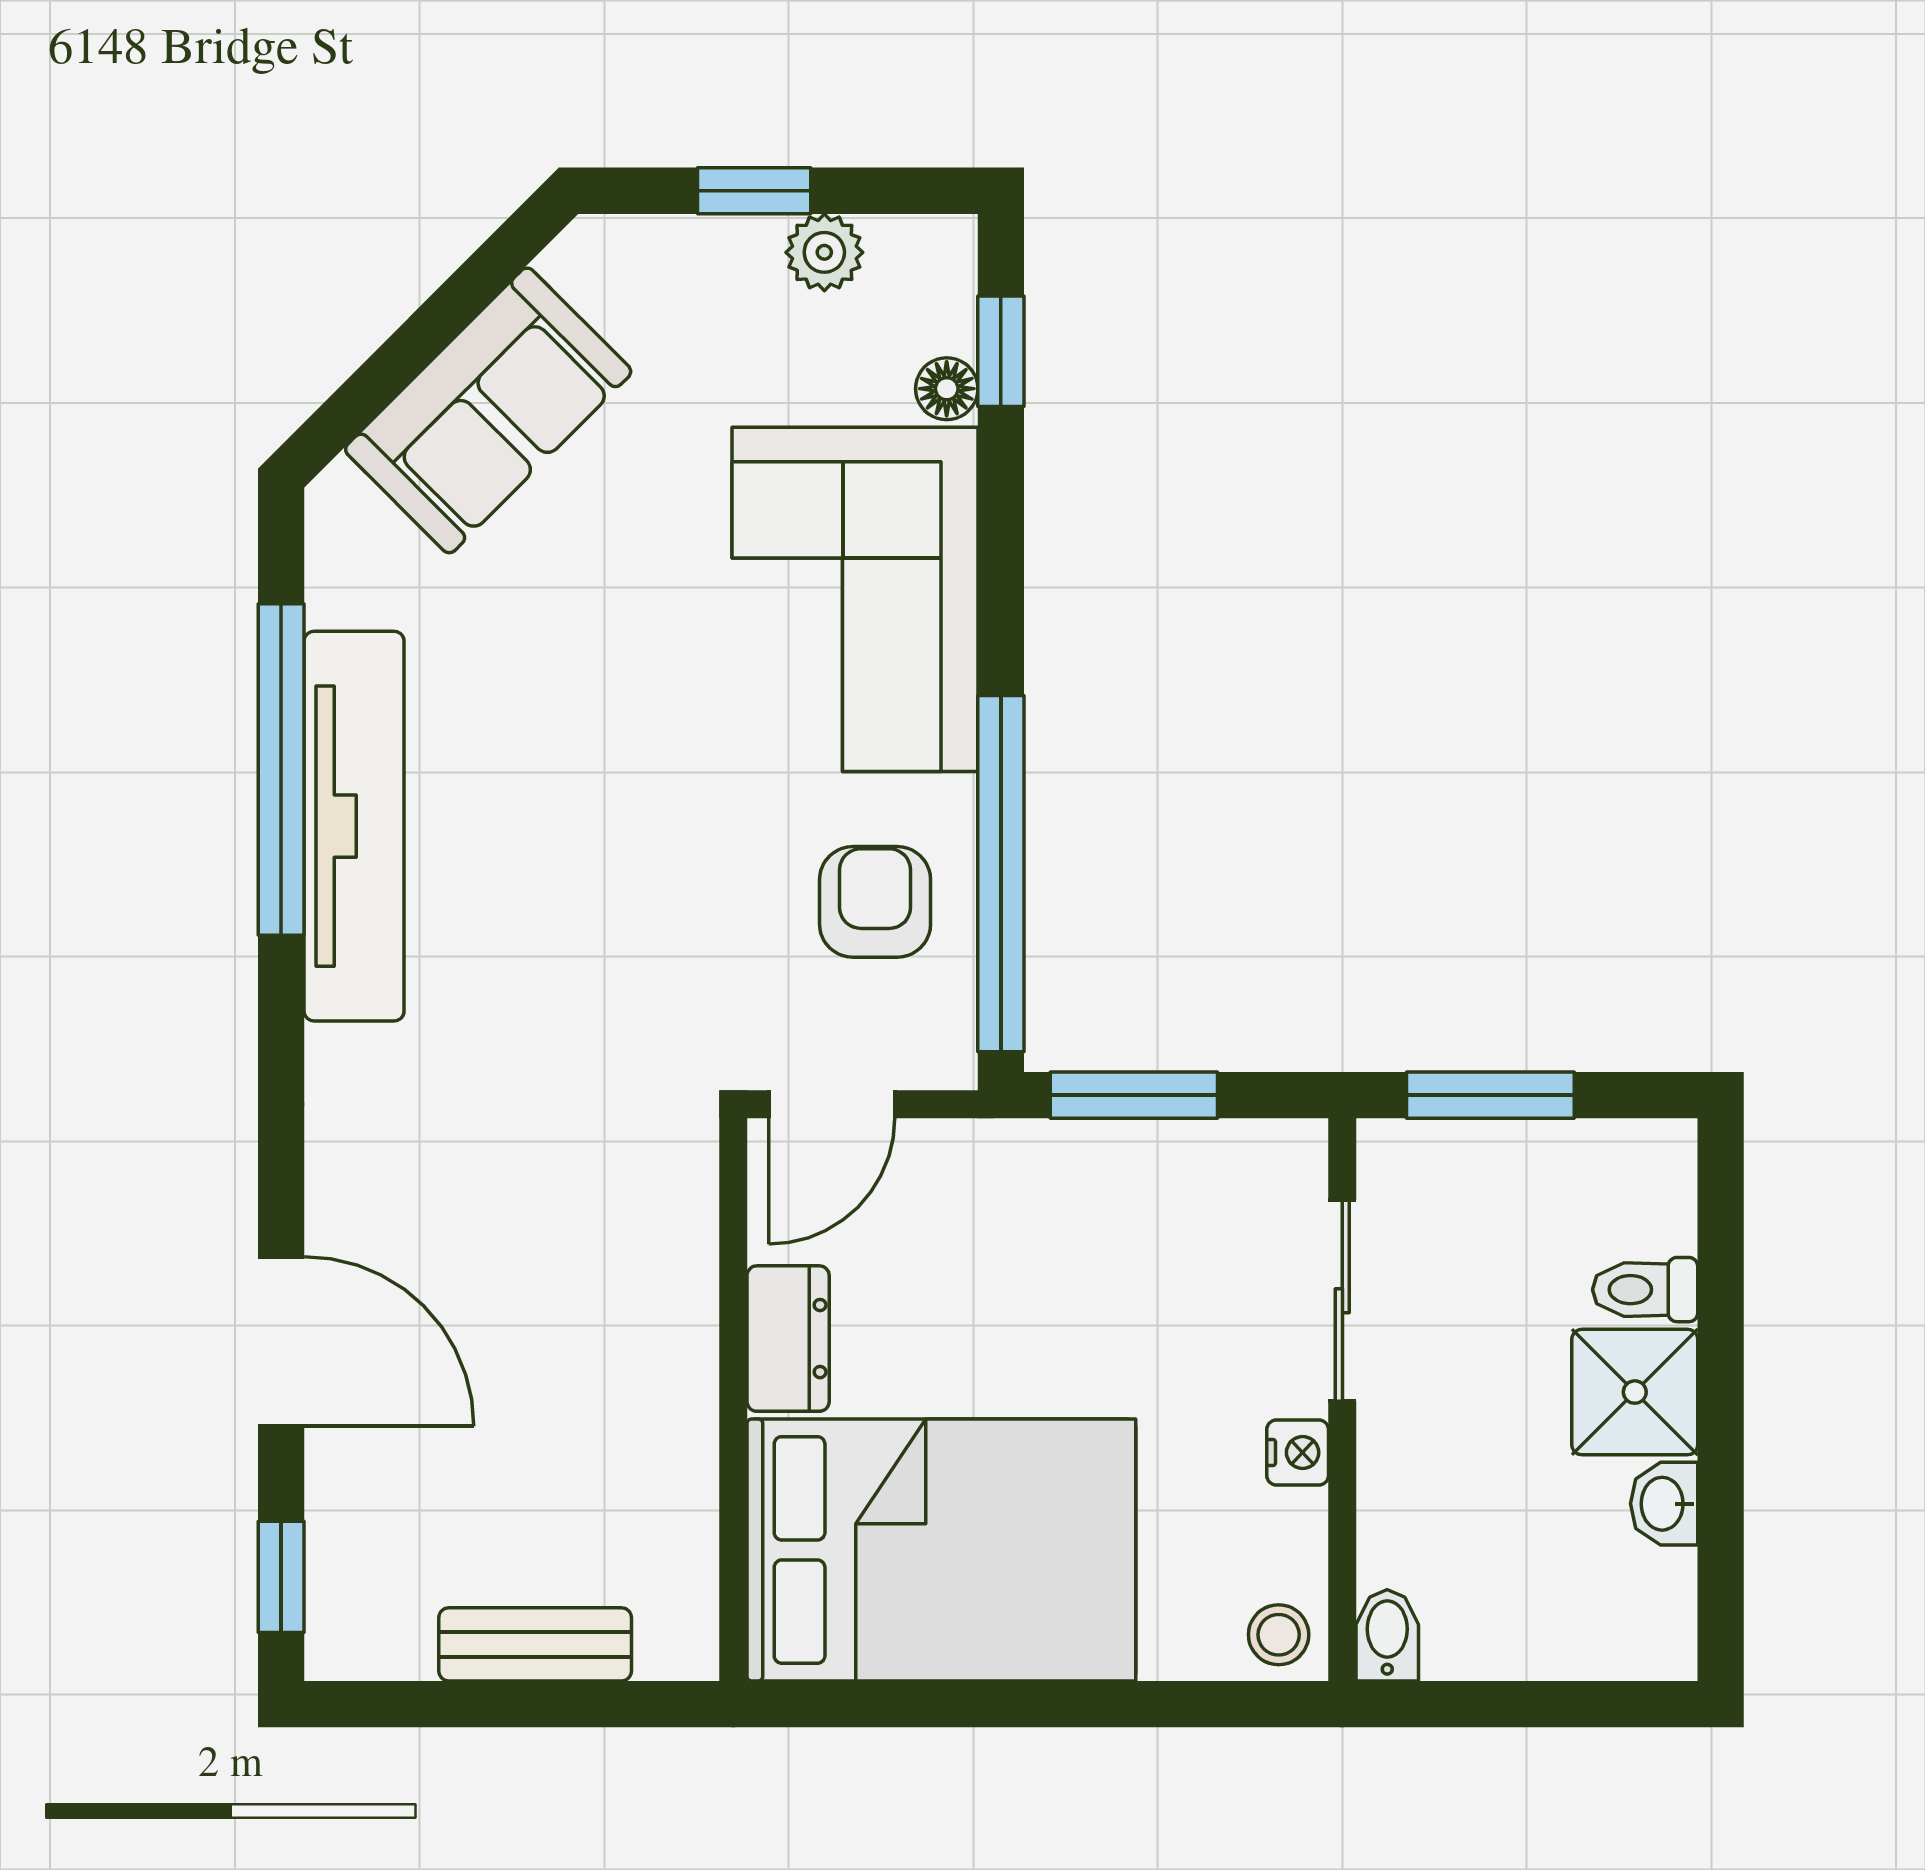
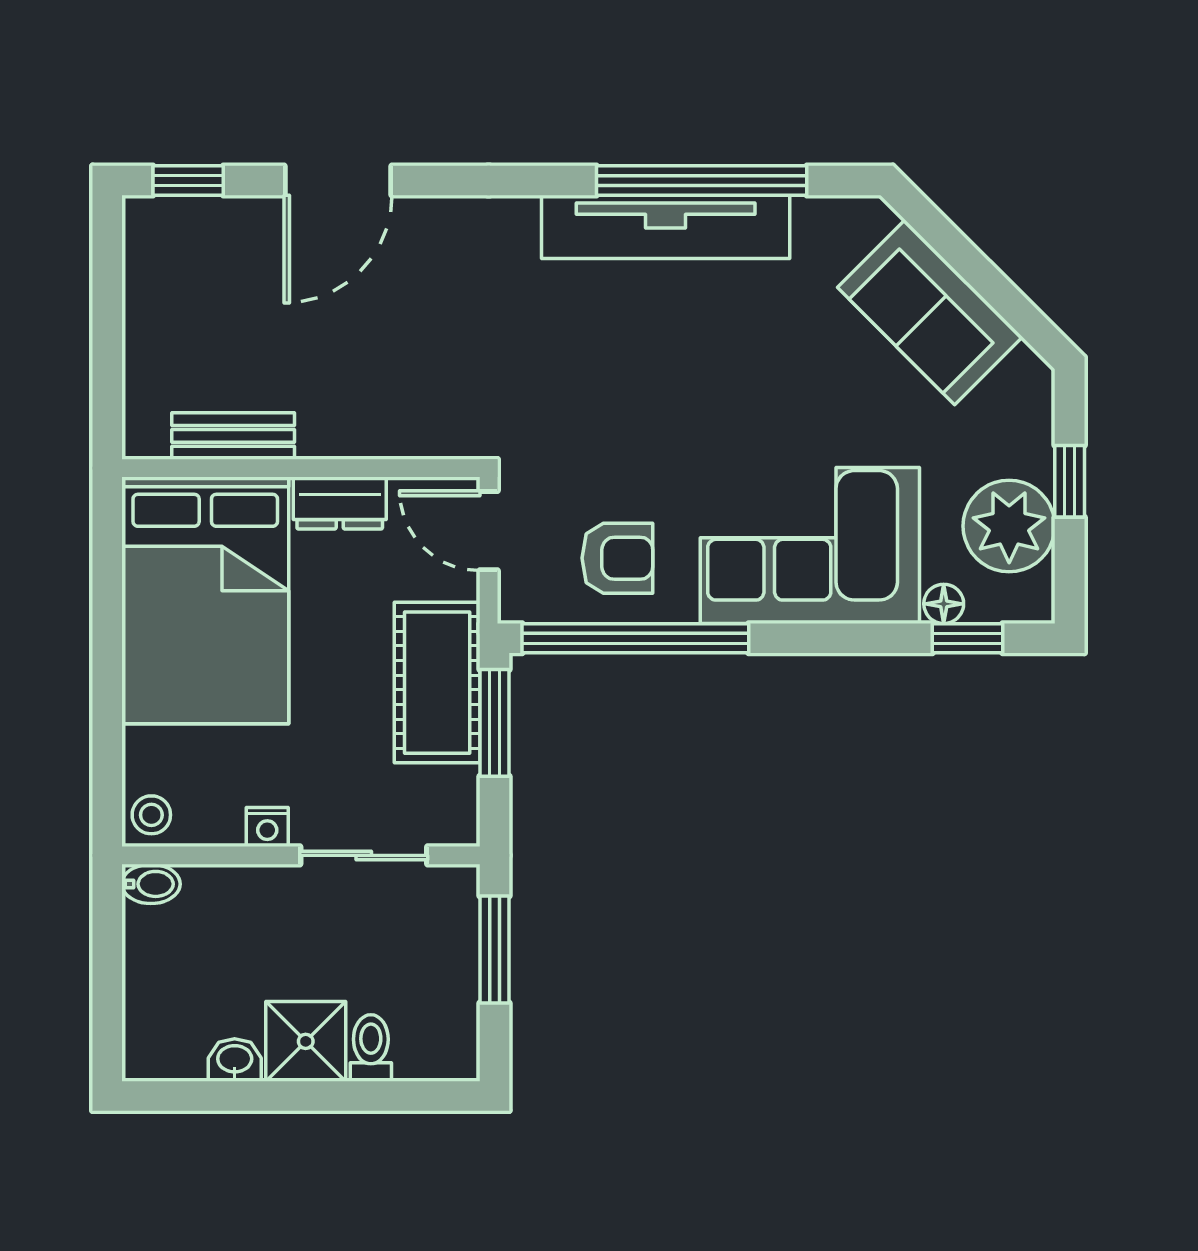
plant: (824, 252) -> (1009, 526), width x1.88, depth x1.88
cot: (1070, 1185) -> (437, 683), added
bench: (535, 1644) -> (233, 436), moved, turned 90

